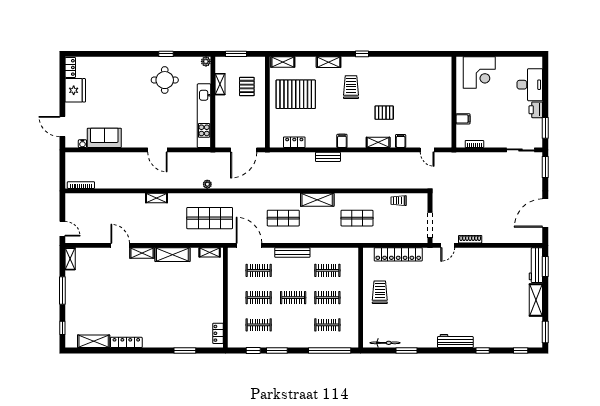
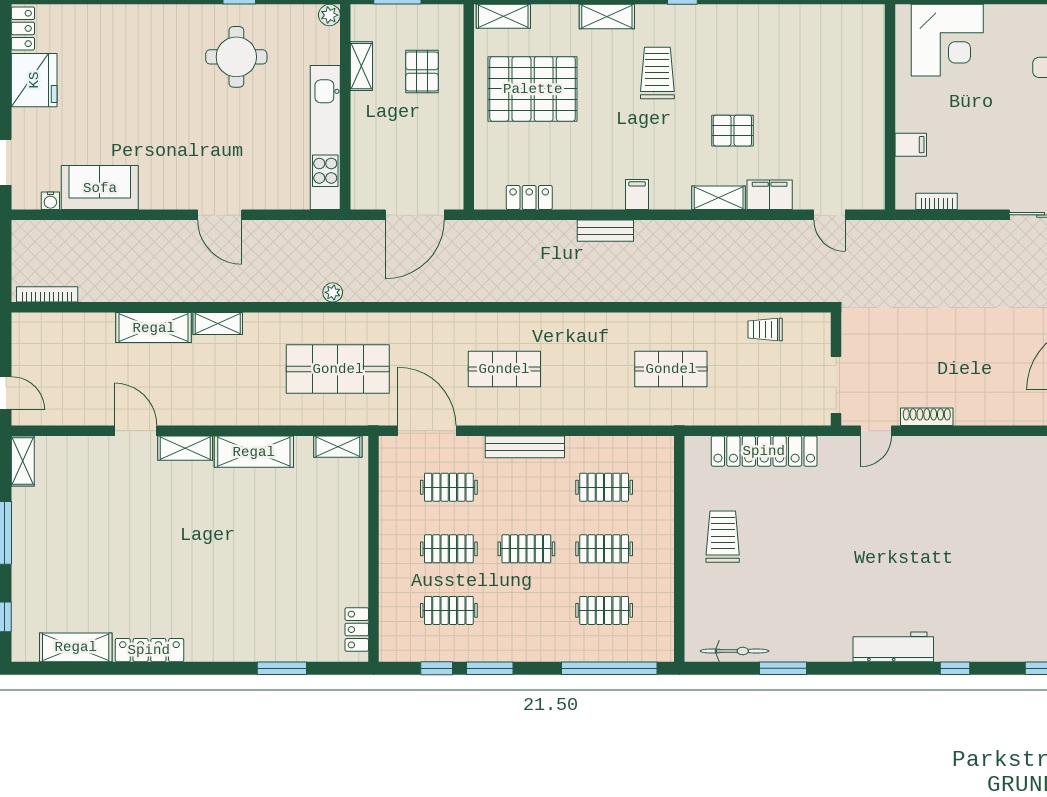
filing cabinet: (401, 141) -> (770, 195), width x2.00
shelving: (317, 200) -> (154, 328), moved

